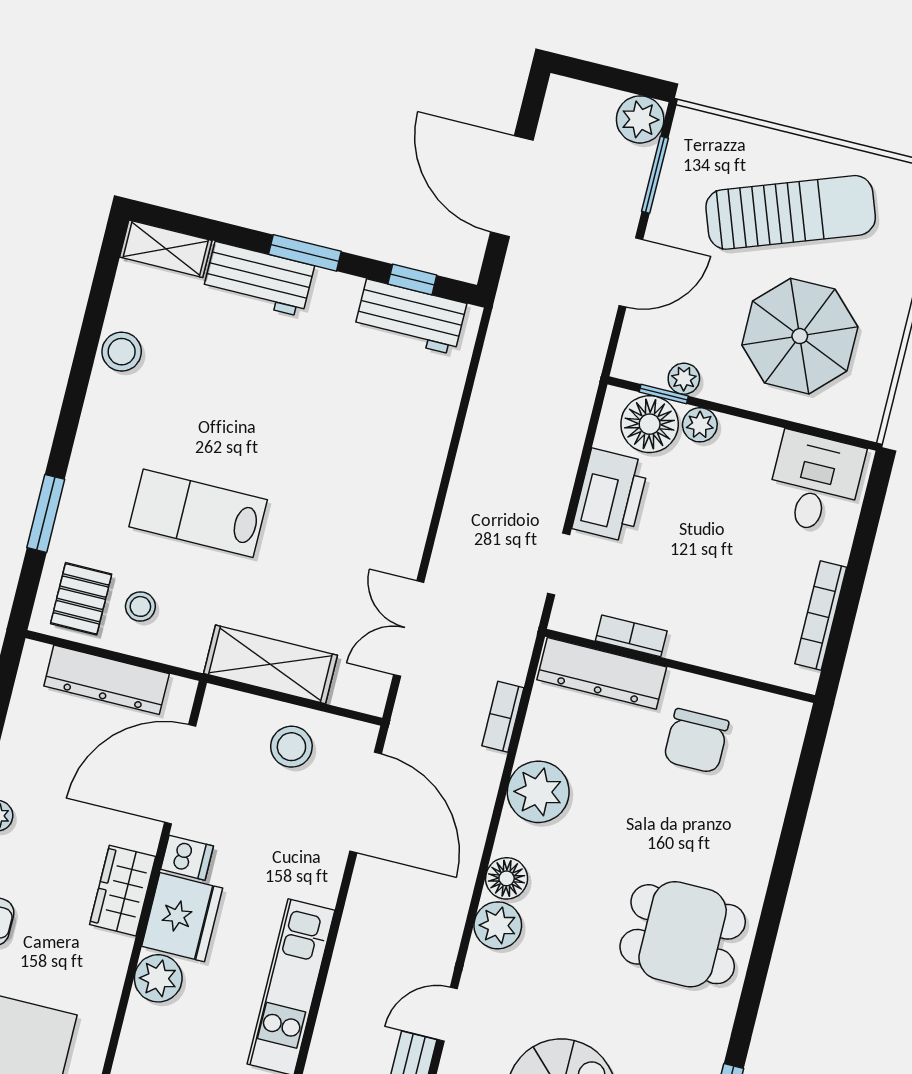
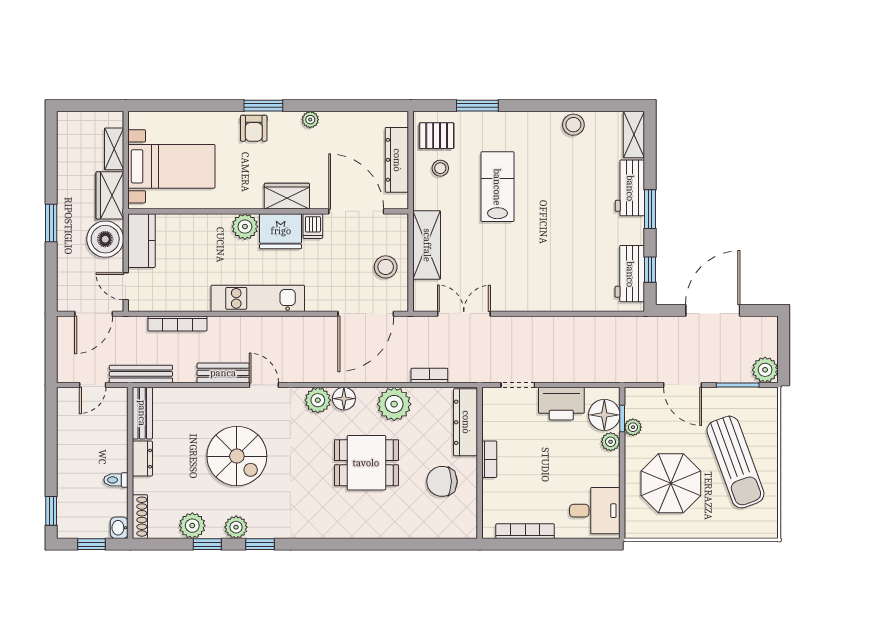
bookcase: (631, 636) -> (489, 459), moved
dining table: (683, 934) -> (366, 463), moved, turned 90

